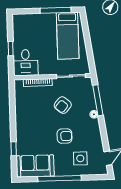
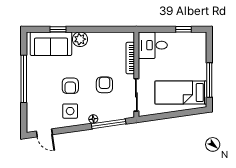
window: (11, 49) -> (183, 29), moved
armchair: (63, 105) -> (104, 85), turned 50
plant: (22, 128) -> (80, 39), added
side table: (80, 158) -> (70, 111), moved
sofa: (35, 166) -> (51, 44), moved, turned 90

